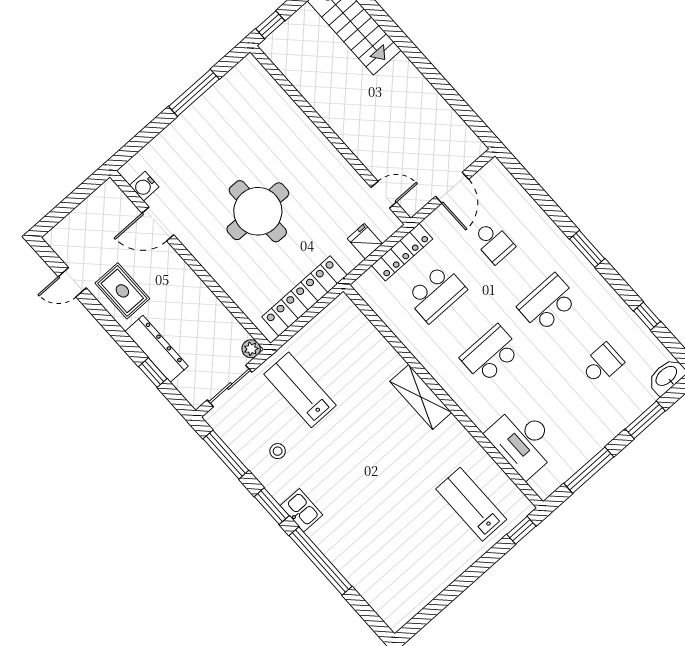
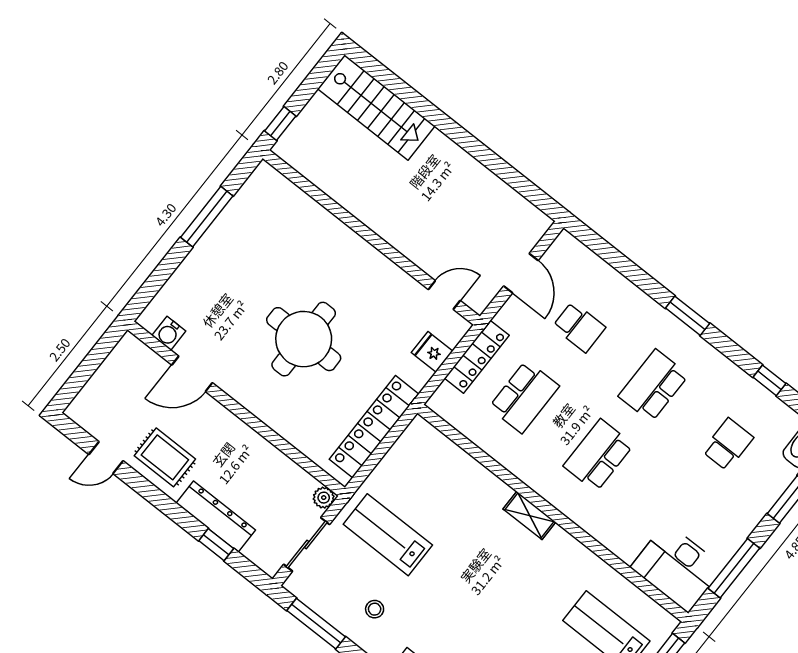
shelving: (421, 397) -> (529, 515), width x0.67, depth x0.75
desk: (523, 441) -> (677, 567), moved

